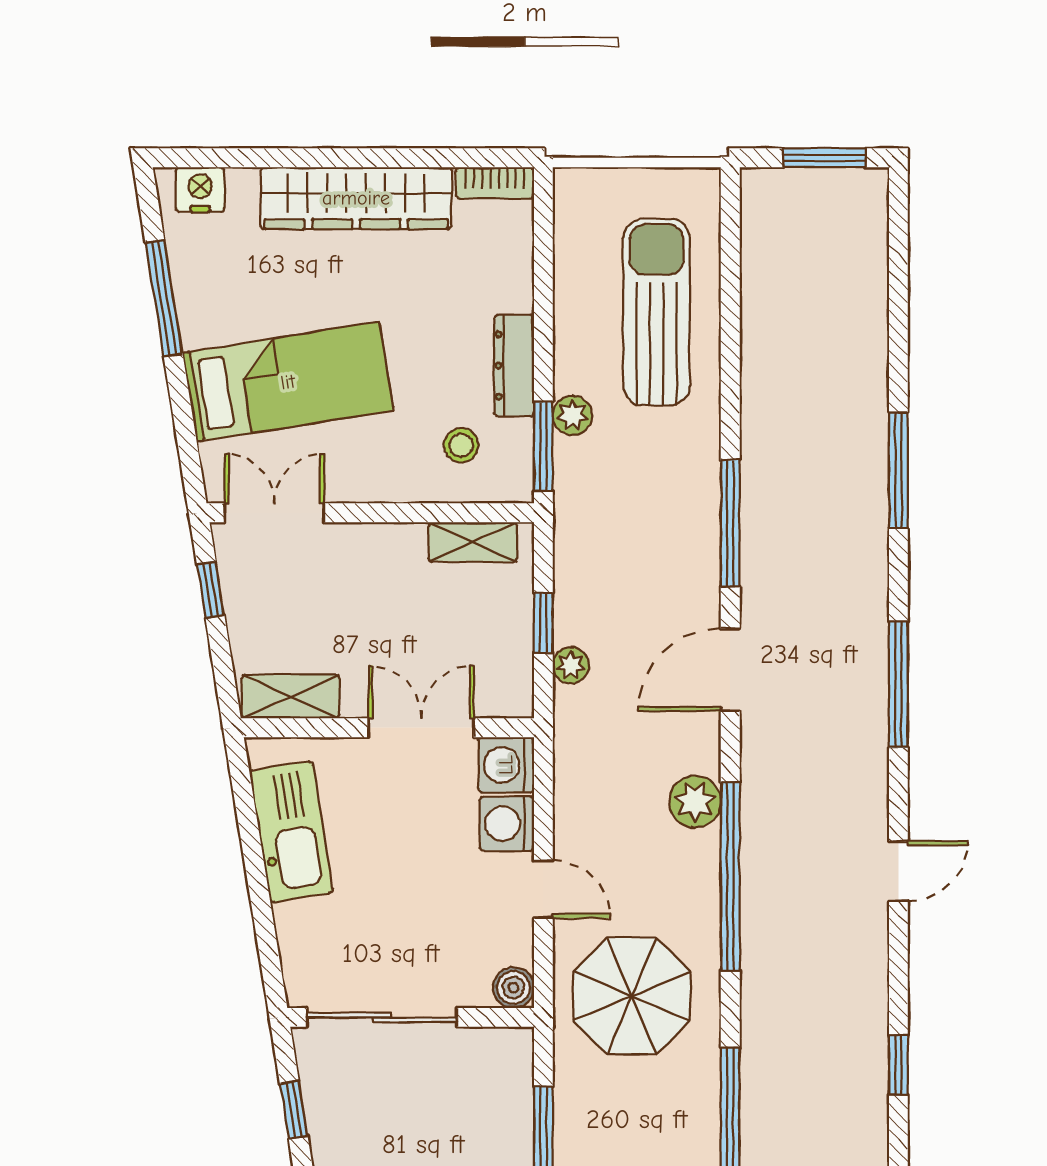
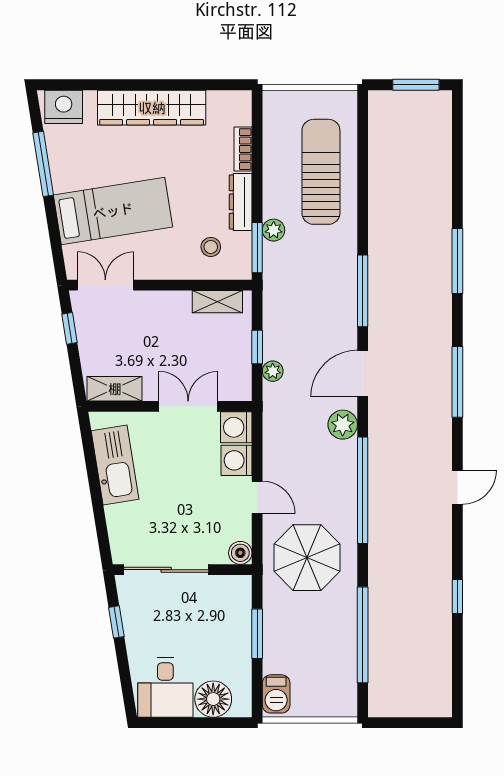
bookcase: (495, 183) -> (243, 149), moved, turned 90
nightstand: (200, 190) -> (64, 107), width x1.36, depth x1.33
plant: (695, 802) -> (343, 425), moved

